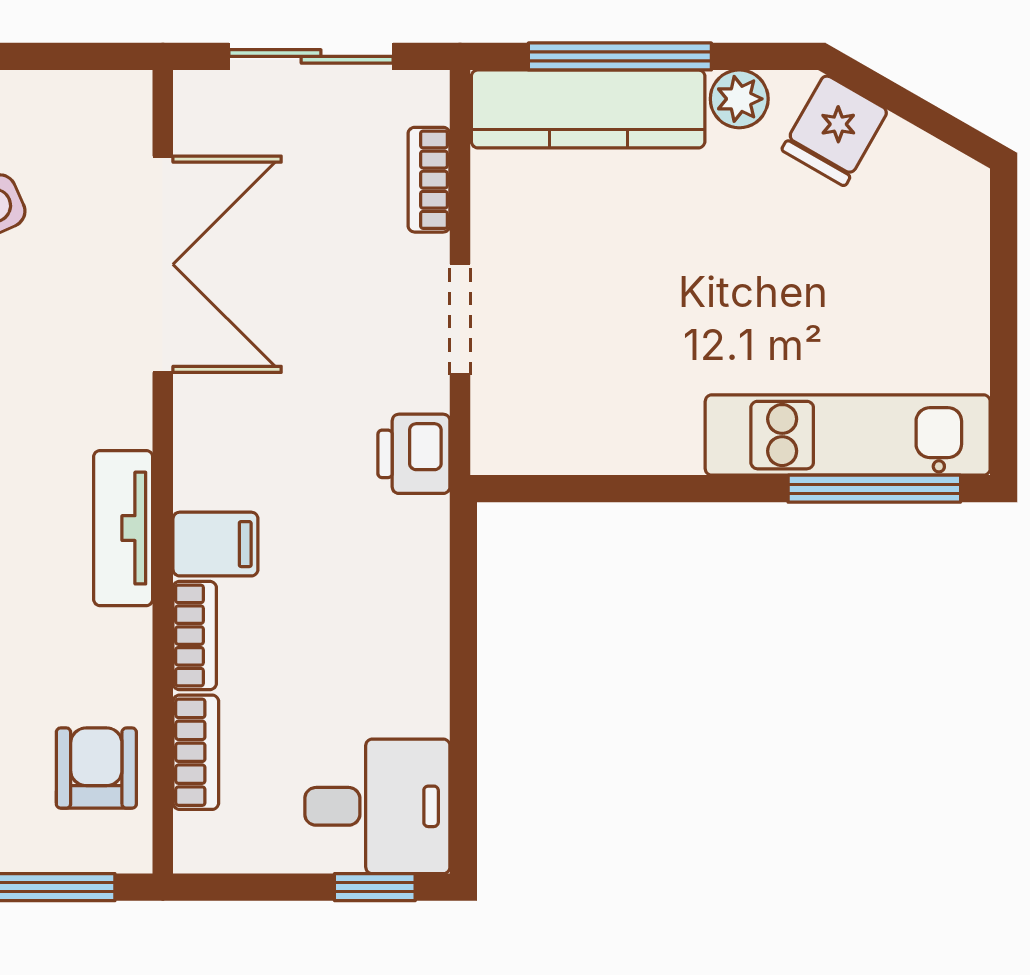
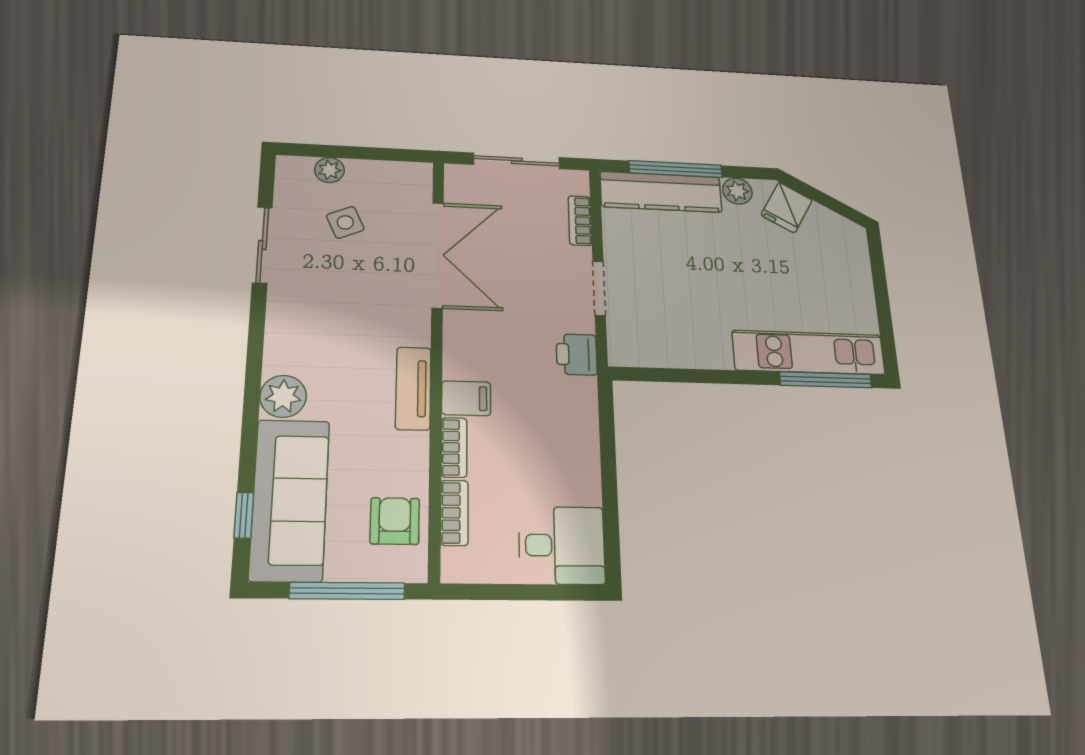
window: (375, 887) -> (561, 592), removed

